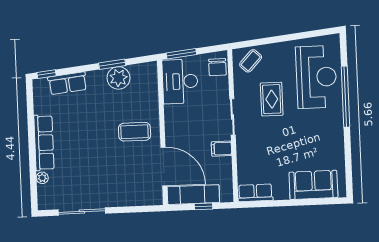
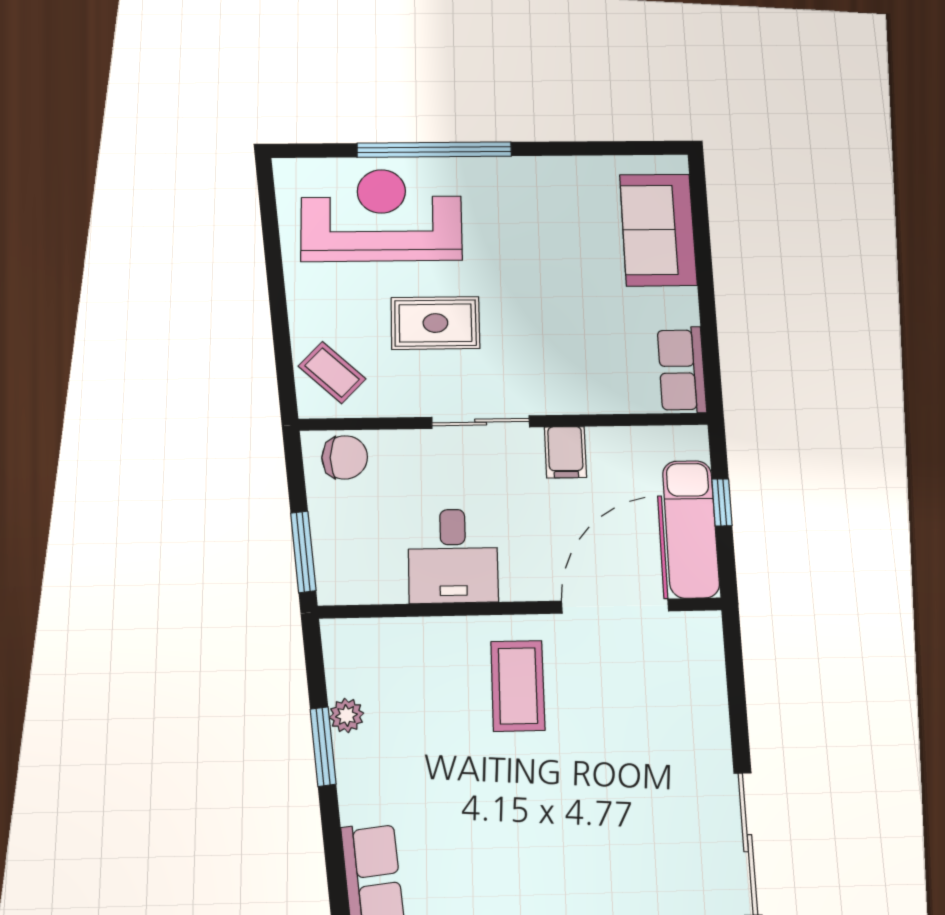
plant: (118, 78) -> (346, 715), width x0.53, depth x0.53
desk: (180, 81) -> (453, 556), moved, width x0.73

